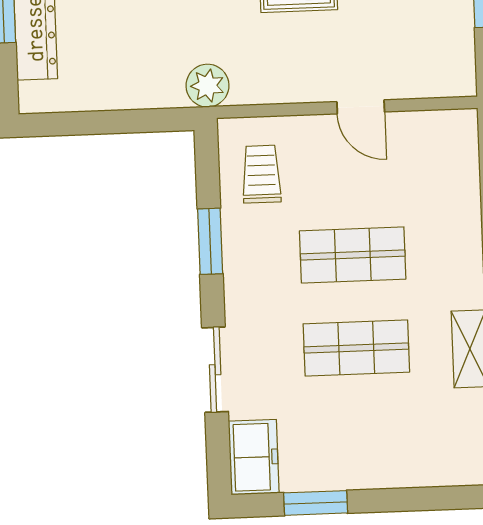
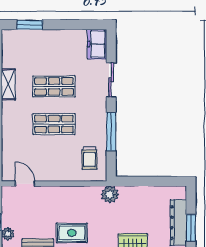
door: (361, 107) -> (25, 184), moved
window: (210, 241) -> (111, 132), width x1.44
window: (316, 503) -> (30, 25), moved

